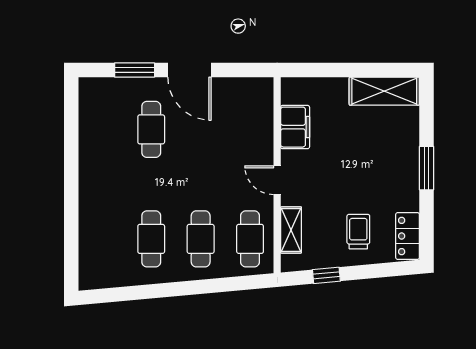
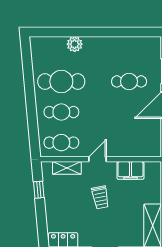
plant: (91, 217) -> (75, 44), added
trolley: (358, 232) -> (100, 197), moved, turned 79
cafe table: (151, 239) -> (61, 81), width x1.37, depth x1.35

